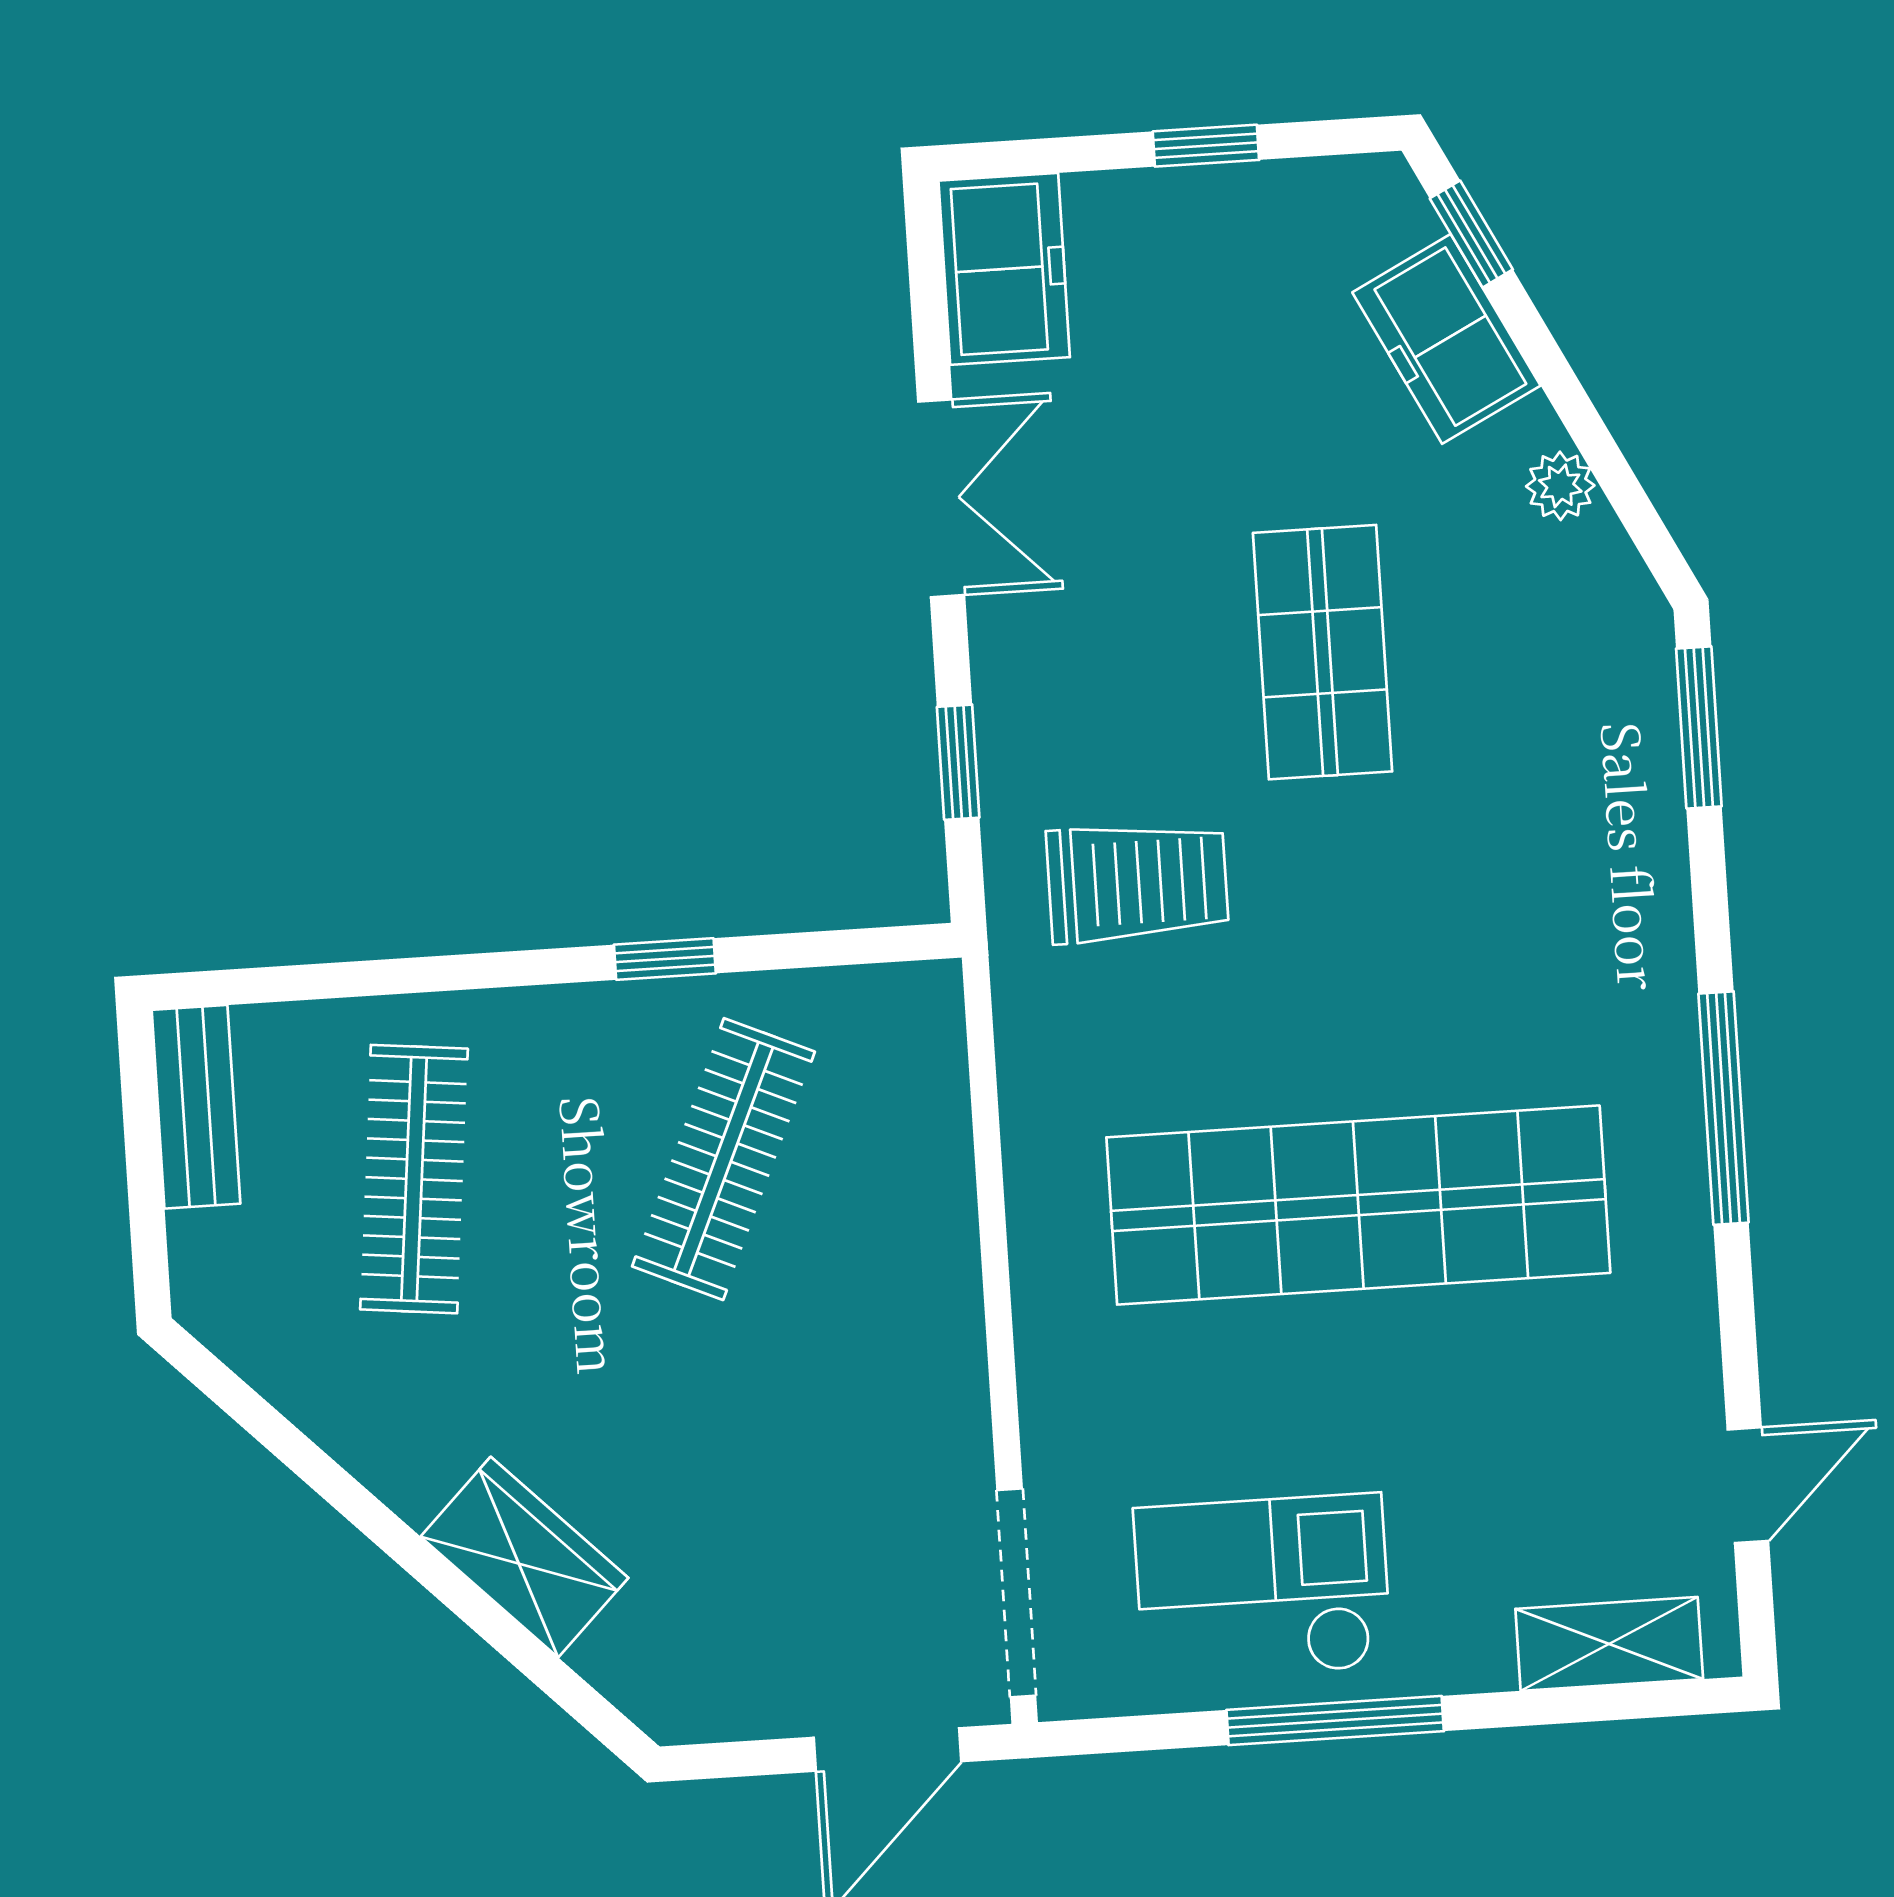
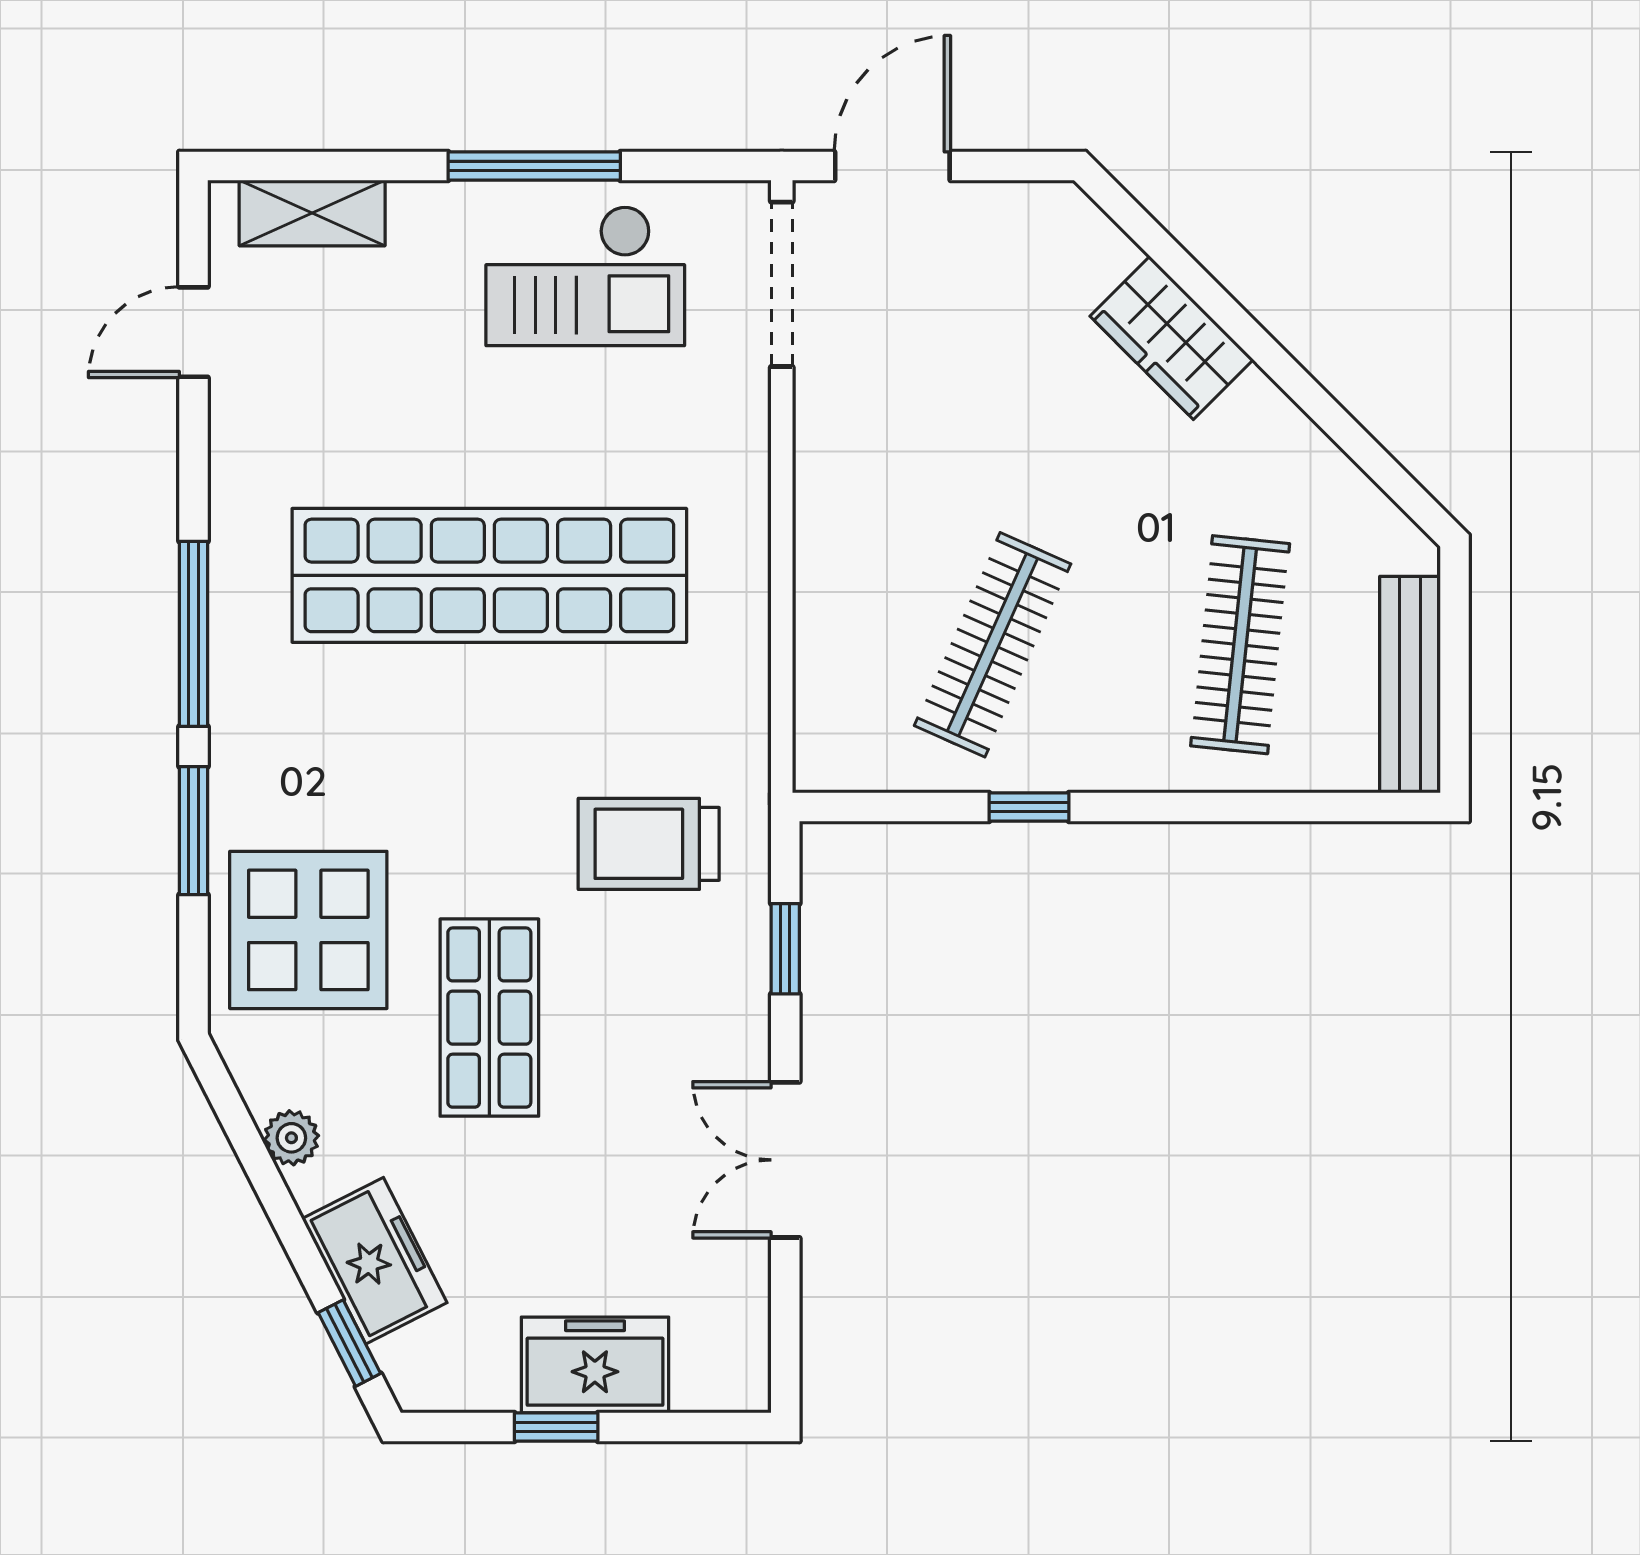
freezer: (1004, 269) -> (595, 1365), moved, turned 90
window: (1699, 727) -> (193, 831), moved
display table: (1556, 747) -> (308, 930), added
bench: (196, 1107) -> (1410, 685), width x1.36

